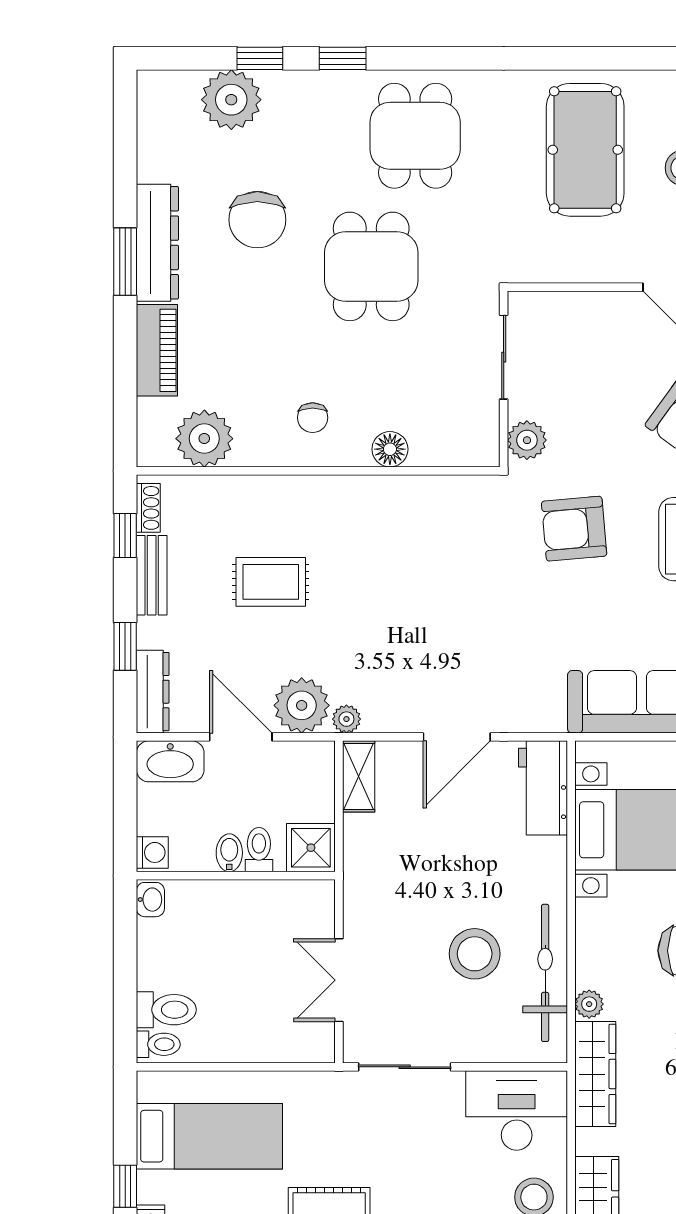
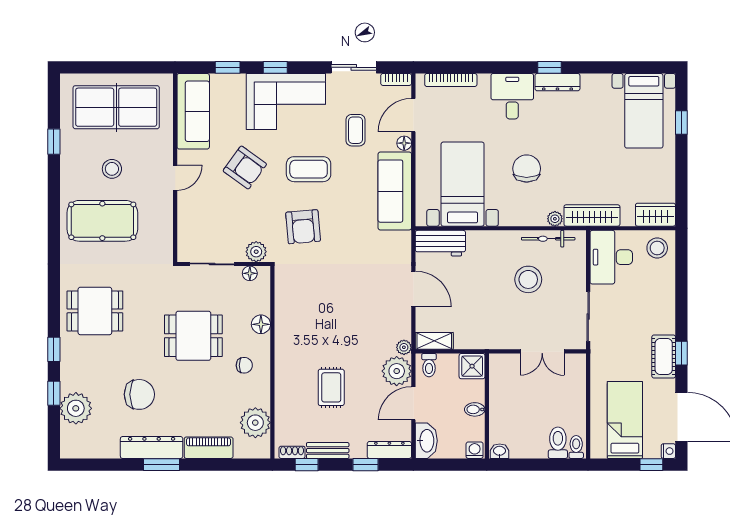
dining table: (371, 266) -> (193, 336), moved
floor lamp: (486, 428) -> (250, 273), added
toilet: (259, 850) -> (429, 365), moved, turned -90
bicycle: (545, 973) -> (548, 239), width x0.73, depth x0.71

